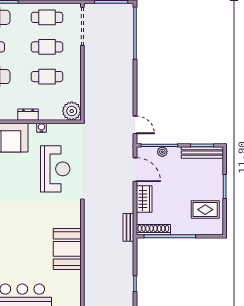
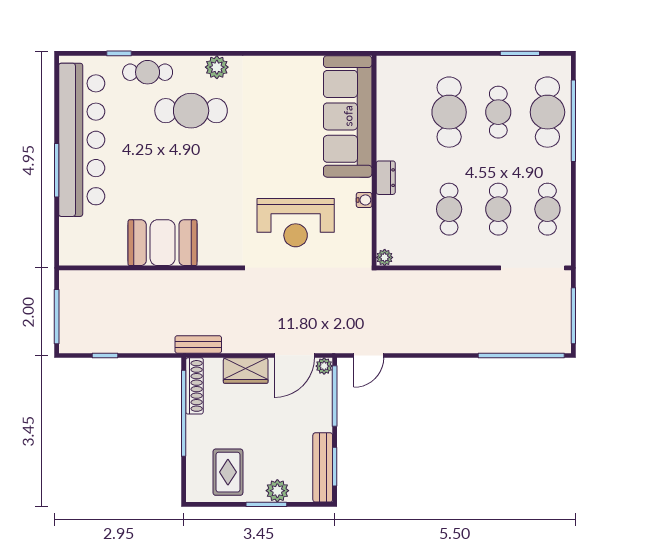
plant: (72, 111) -> (385, 257), width x0.53, depth x0.53
plant: (162, 152) -> (324, 366), moved
plant: (216, 180) -> (277, 491), added

